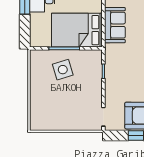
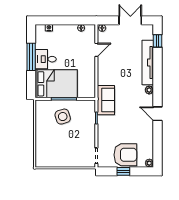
sofa: (115, 25) -> (106, 100), moved
bed: (77, 30) -> (56, 84), moved, turned 180

